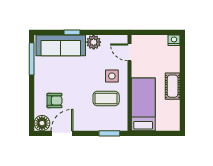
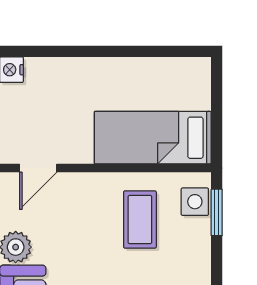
side table: (112, 76) -> (195, 202), moved
cot: (173, 86) -> (113, 73), removed

